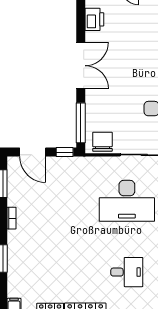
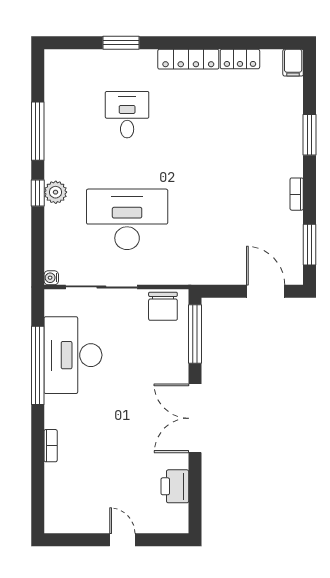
window: (65, 152) -> (219, 291), removed
desk: (127, 272) -> (127, 115), turned 90

